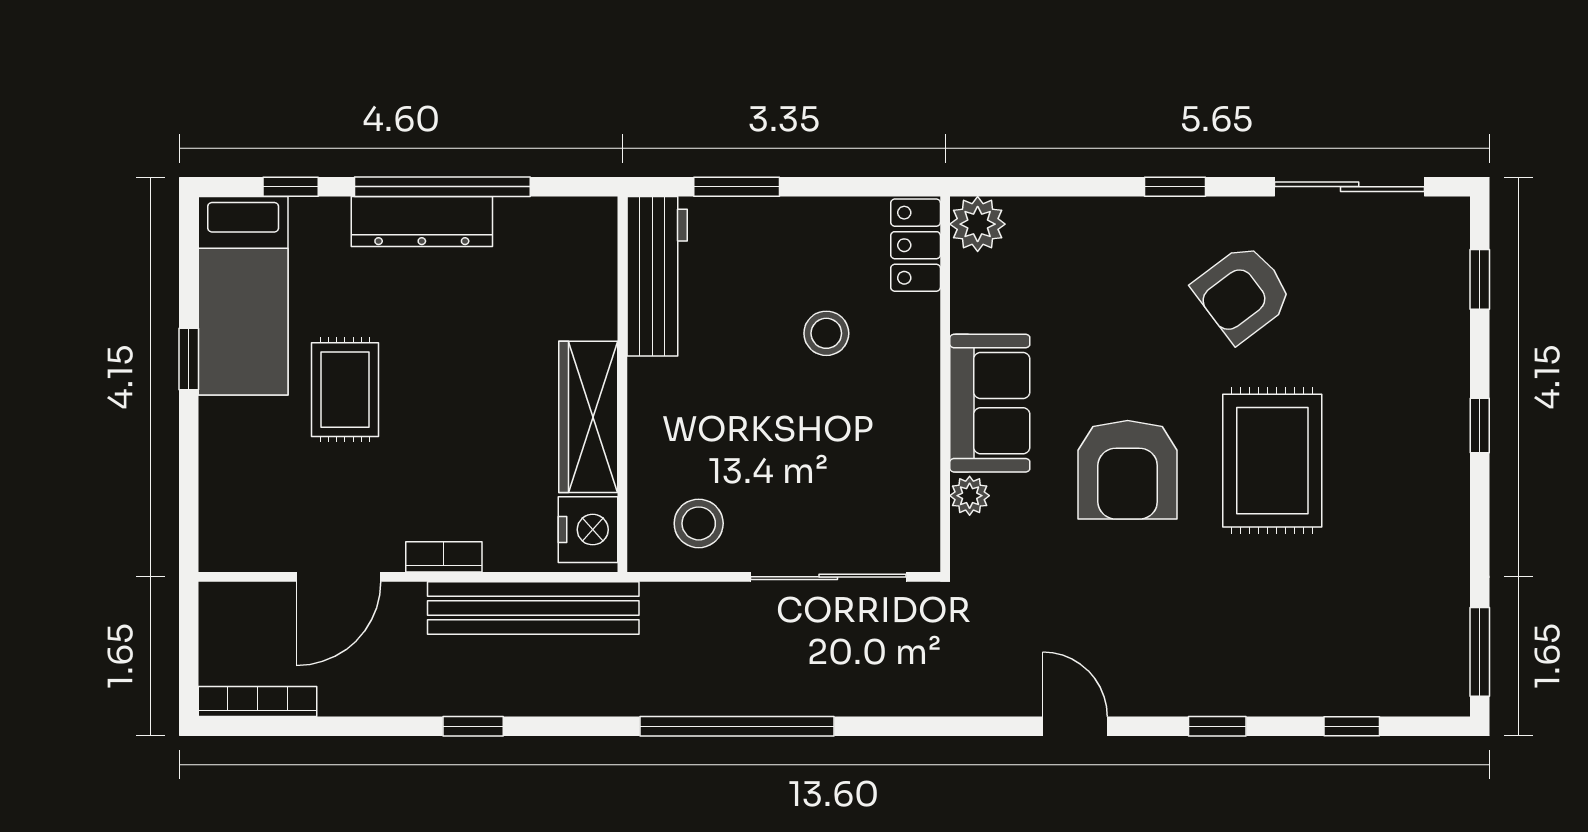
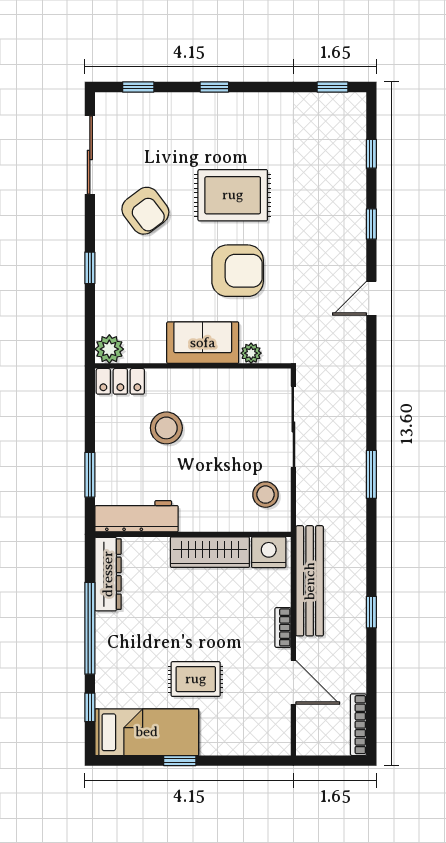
window: (1175, 187) -> (90, 268), moved
dresser: (422, 221) -> (108, 574), moved
stool: (826, 333) -> (166, 428), width x1.38, depth x1.38
window: (1480, 652) -> (333, 87), width x0.67
window: (737, 726) -> (371, 474), width x0.47

